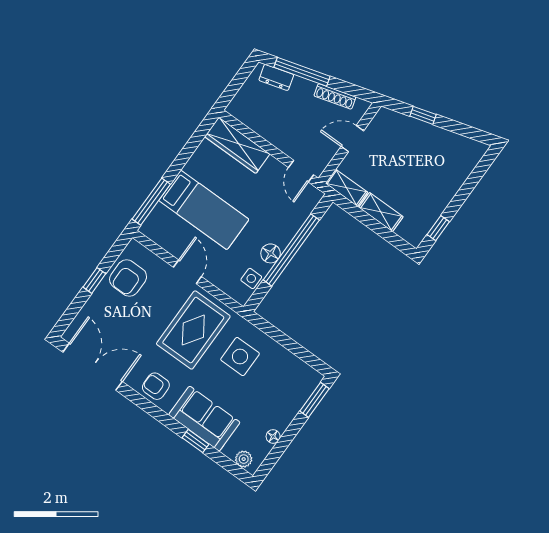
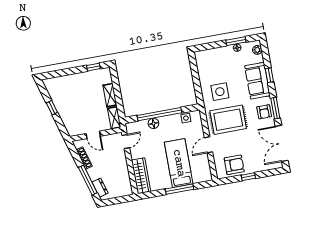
window: (423, 115) -> (52, 108), moved
window: (151, 202) -> (180, 189), moved
floor lamp: (271, 253) -> (153, 123), moved
window: (314, 400) -> (236, 41), moved
window: (146, 405) -> (275, 108), added

